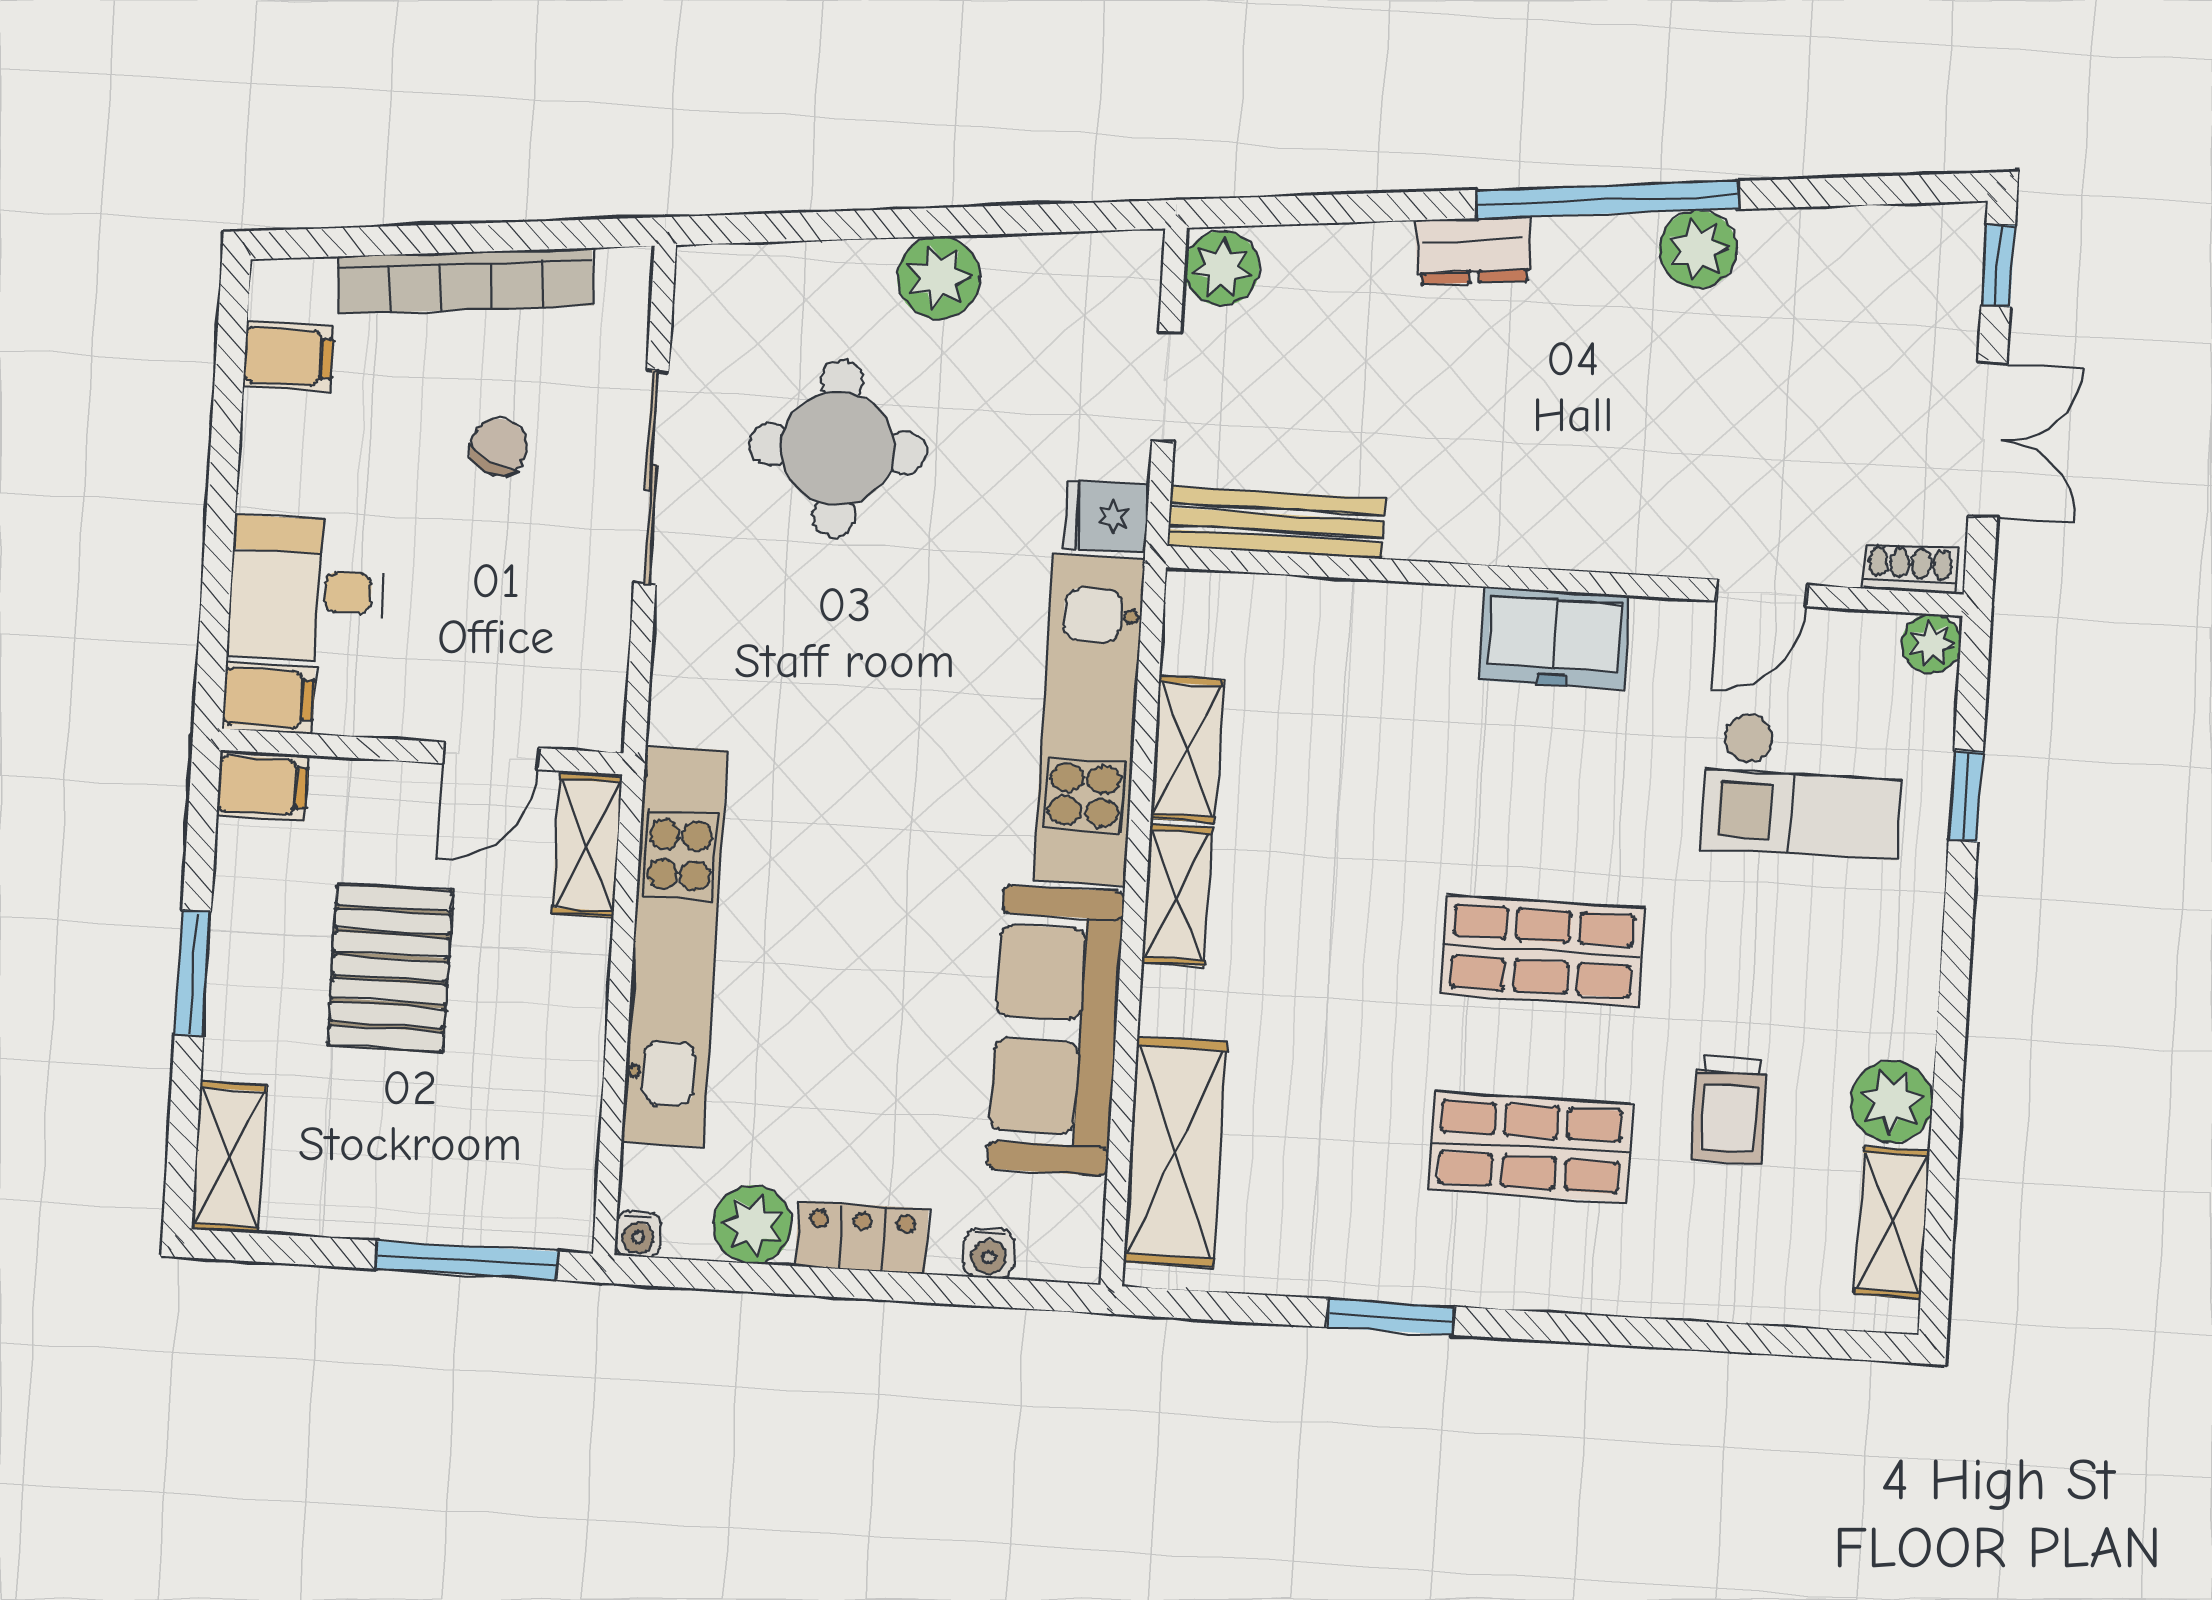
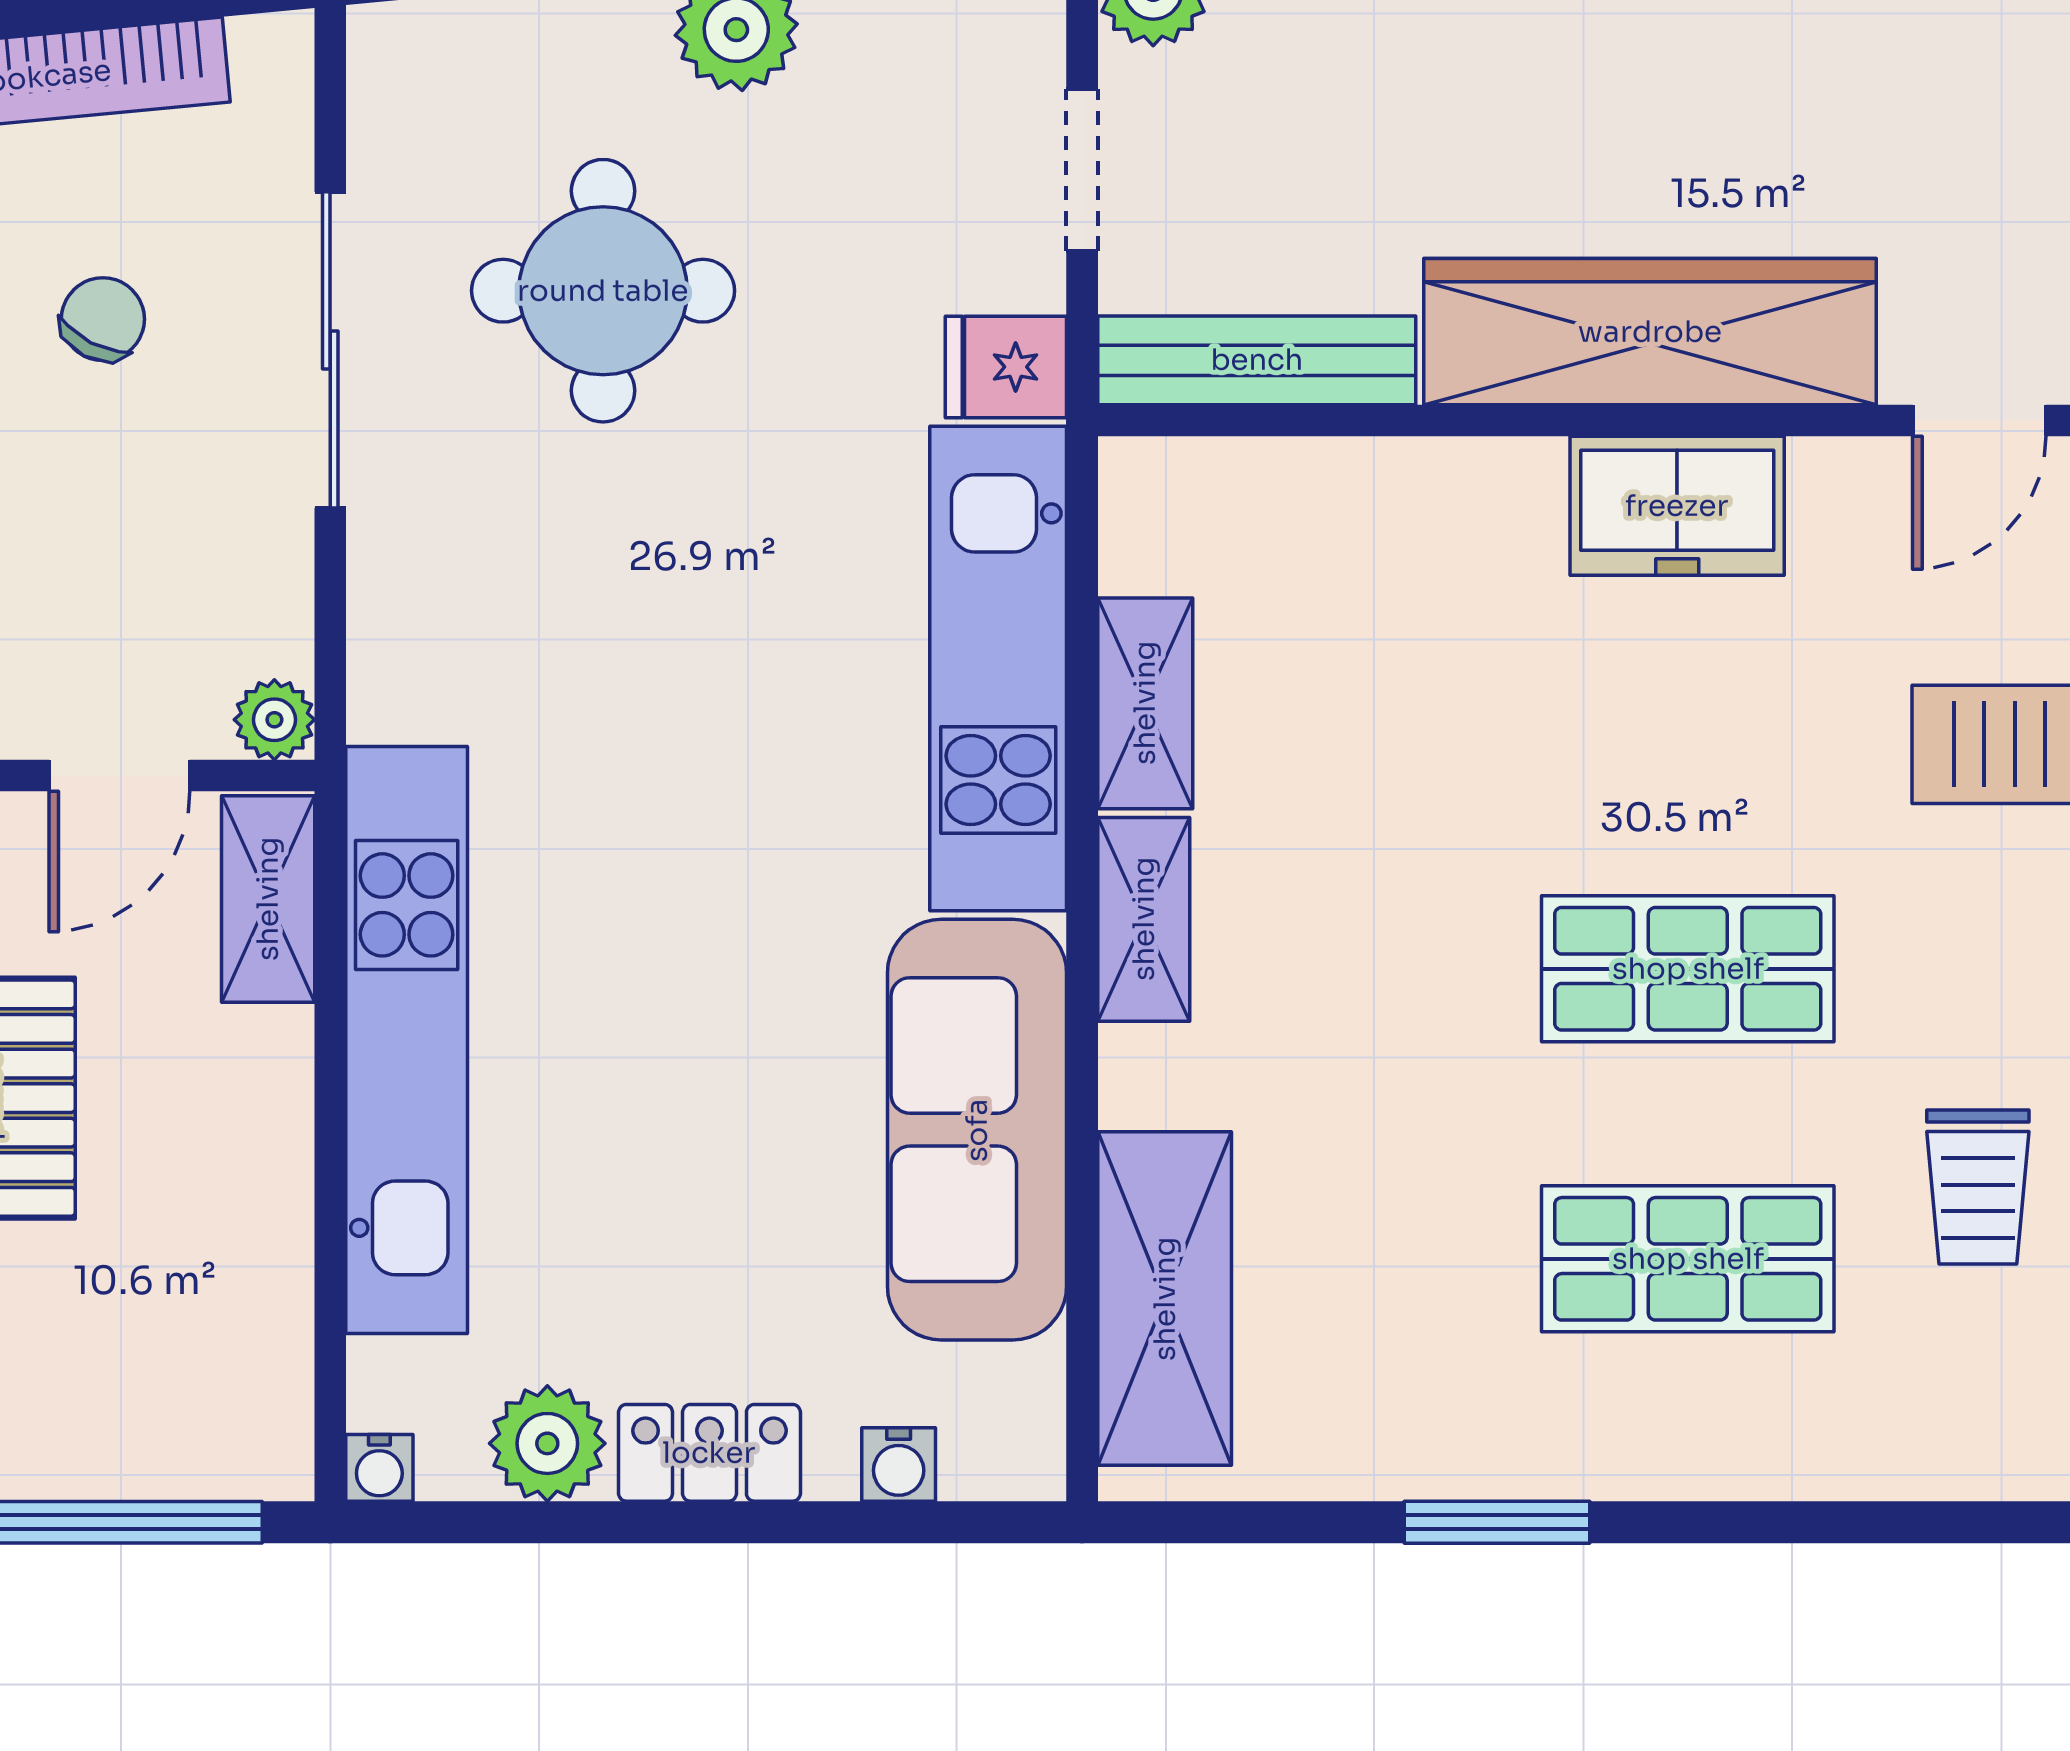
wardrobe: (1543, 519) -> (1650, 332), added
plant: (598, 725) -> (274, 720), added

